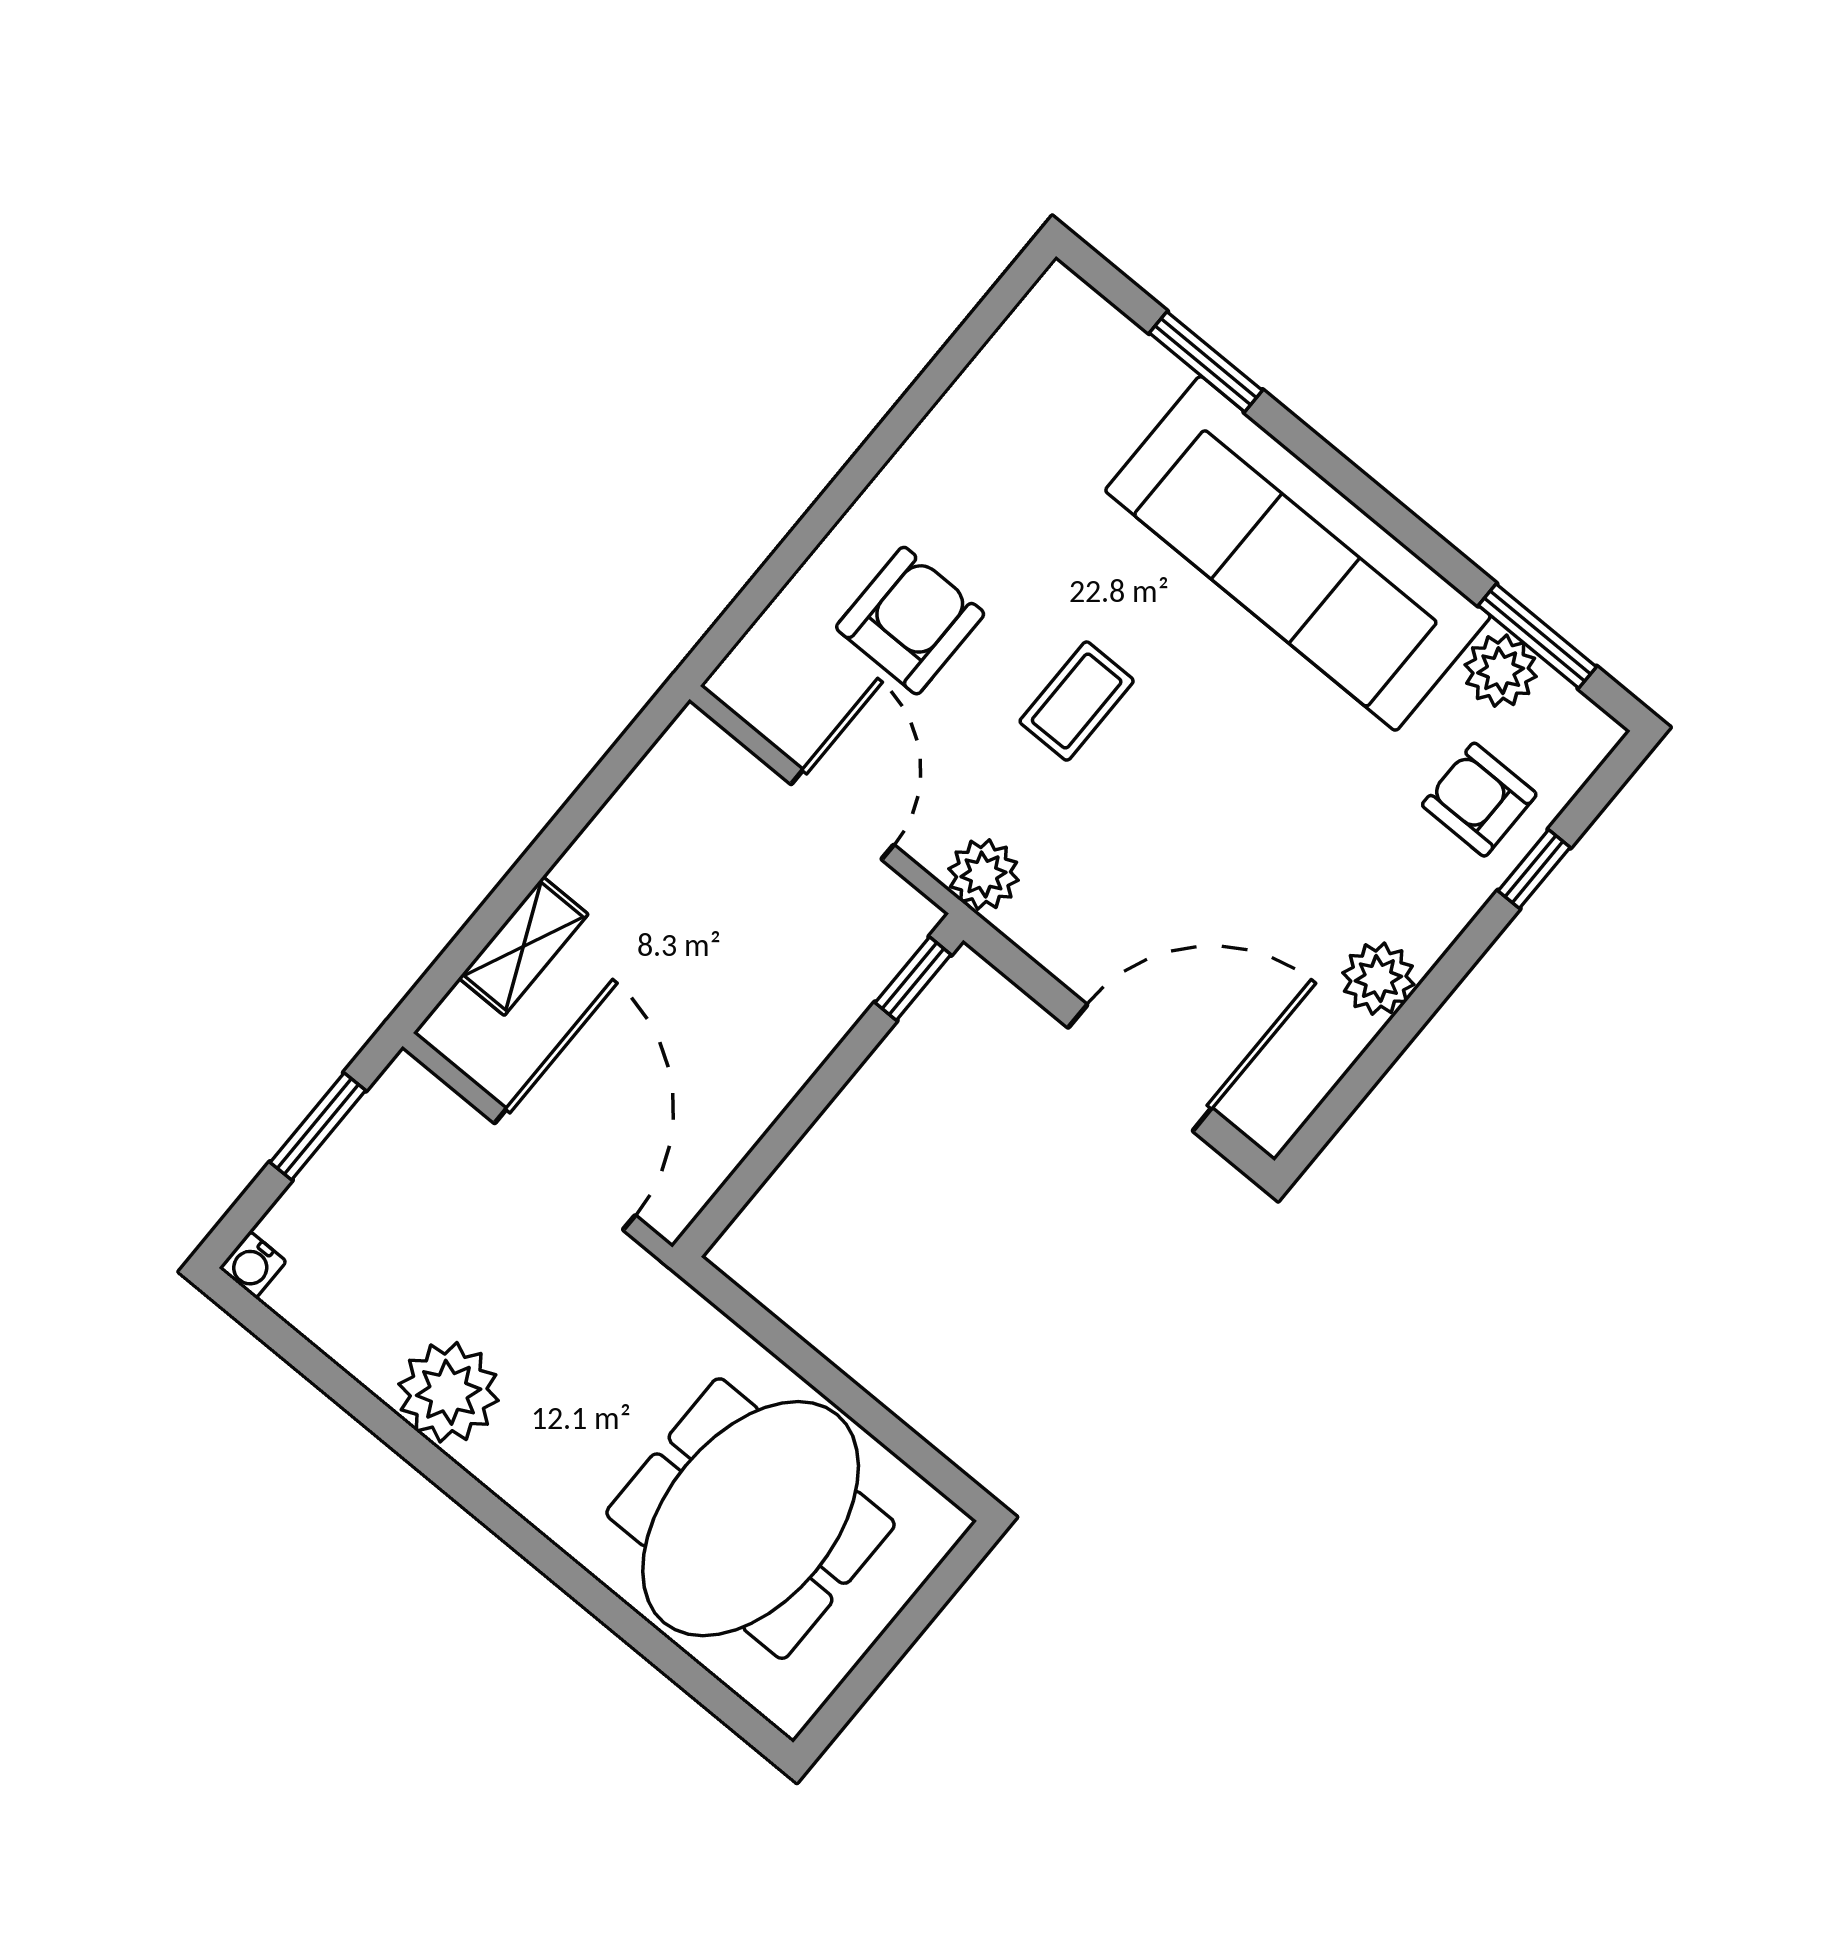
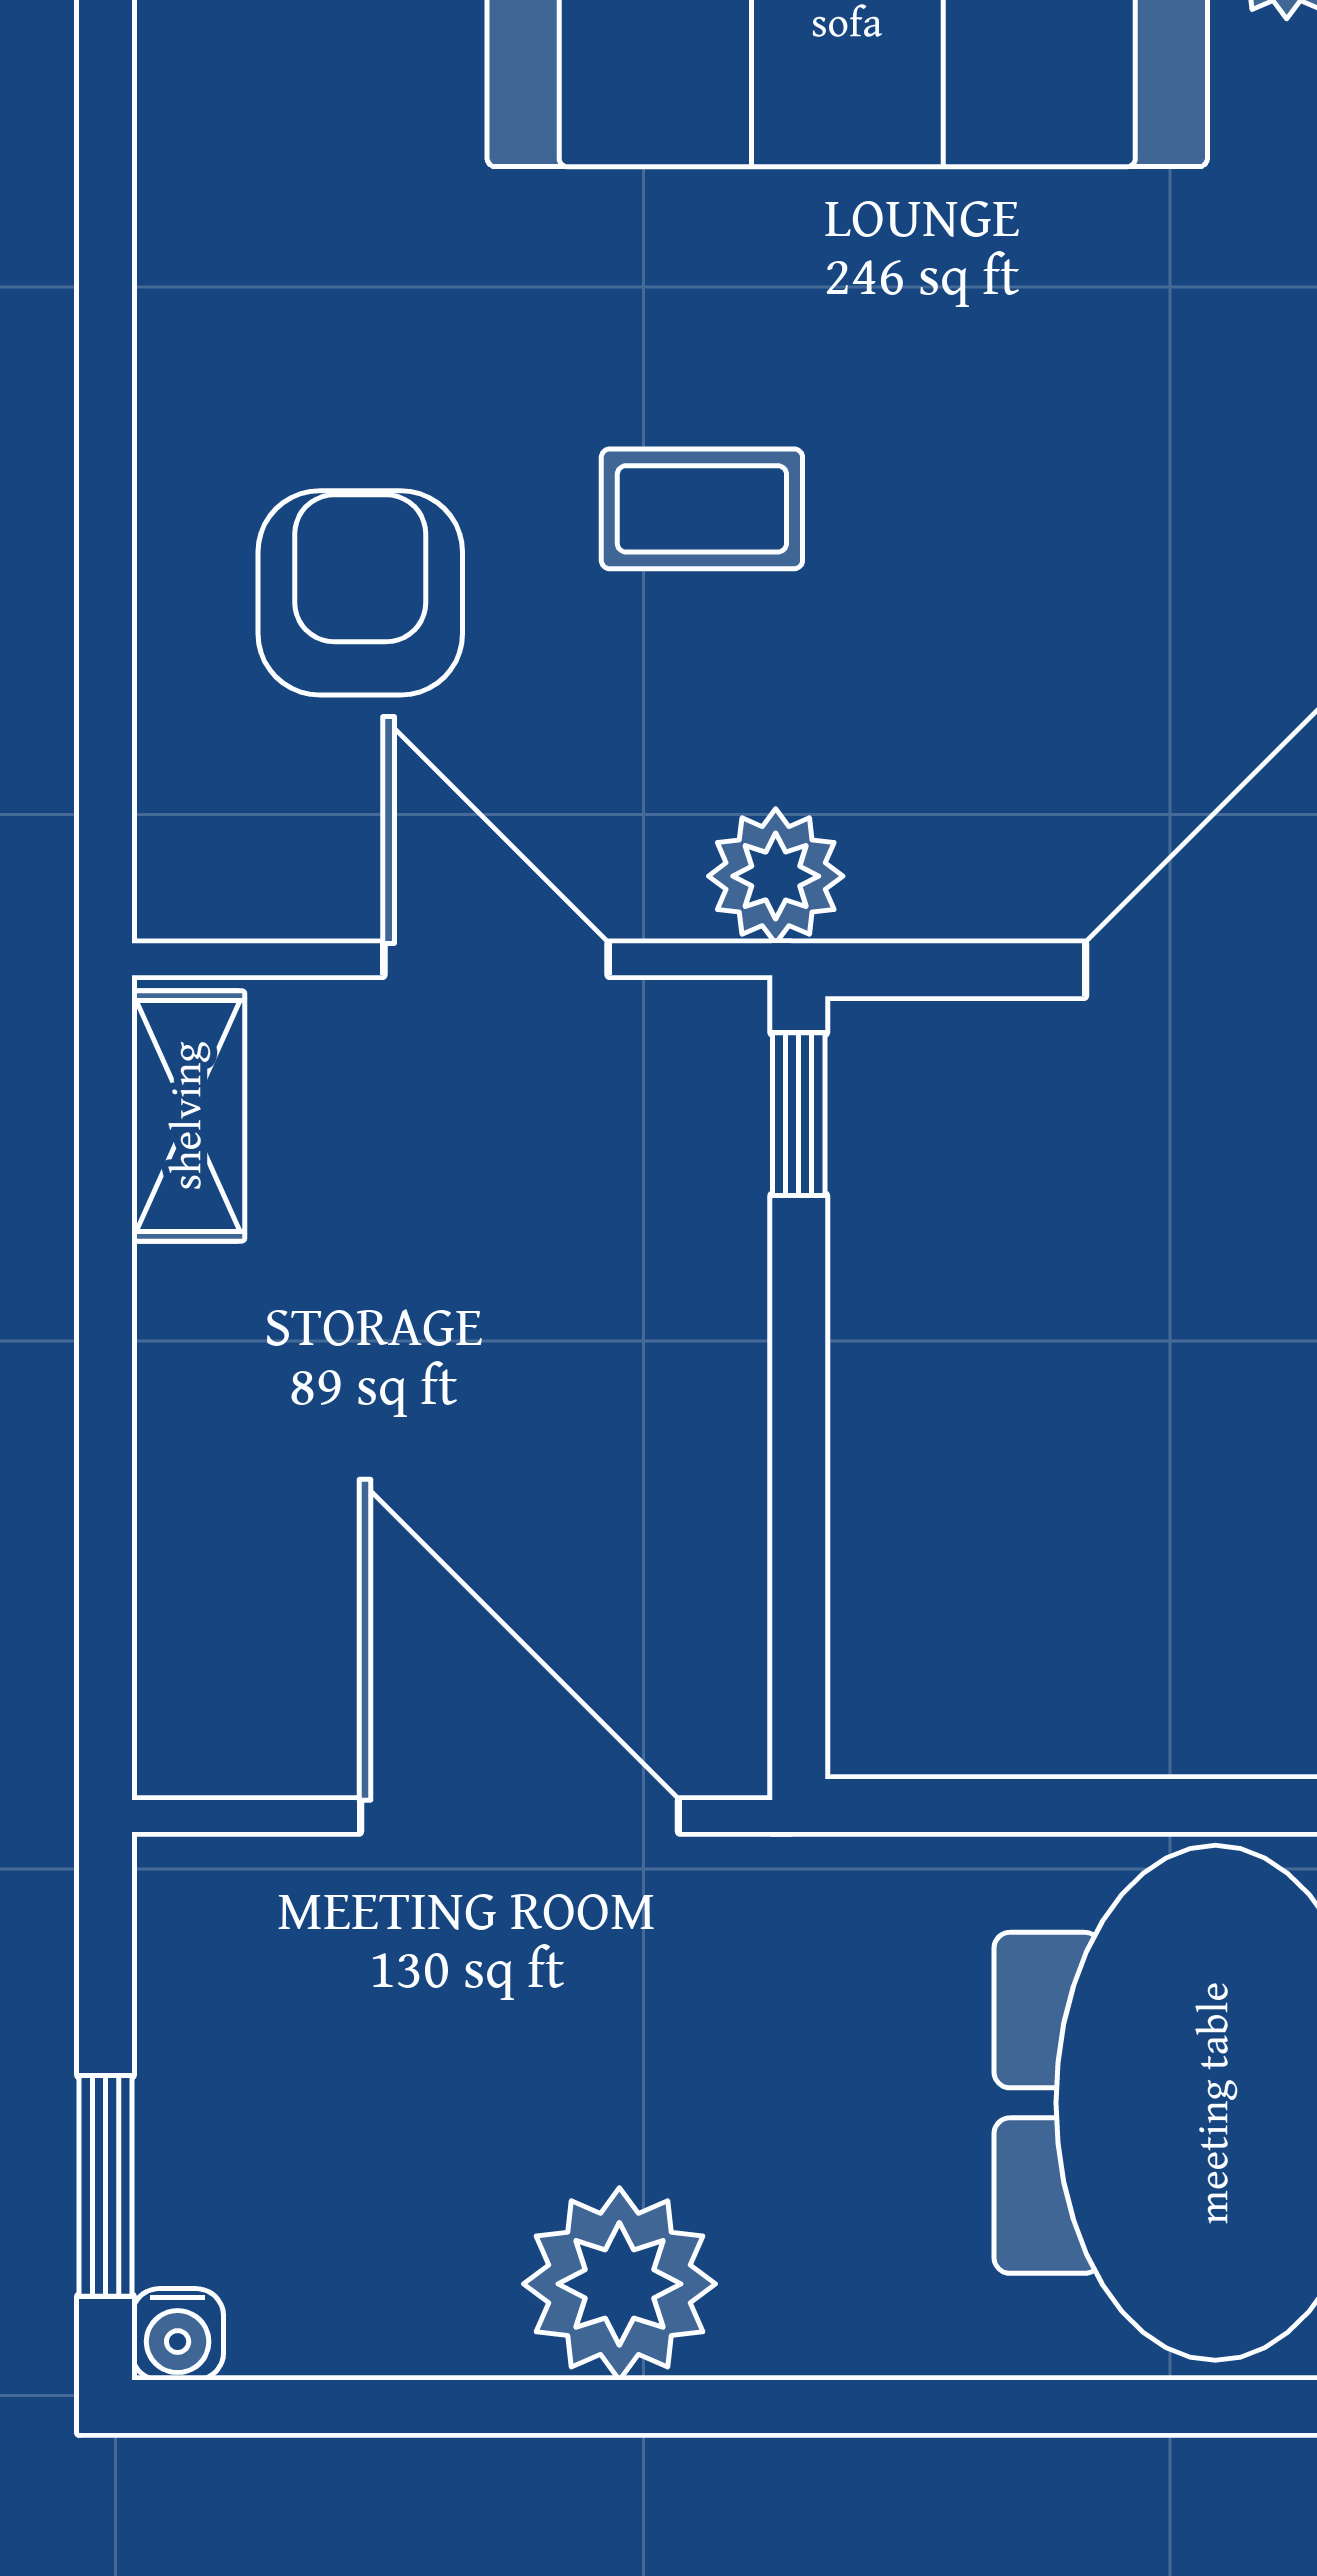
coffee table: (1077, 701) -> (702, 509), turned 90
shelving: (523, 946) -> (188, 1116), moved
window: (318, 1126) -> (105, 2186), moved

